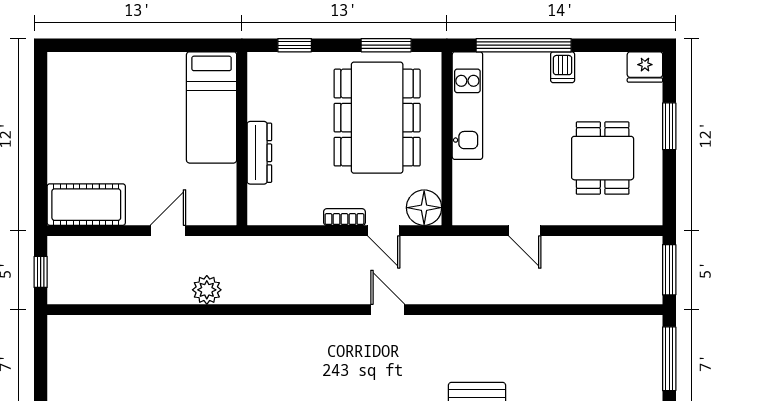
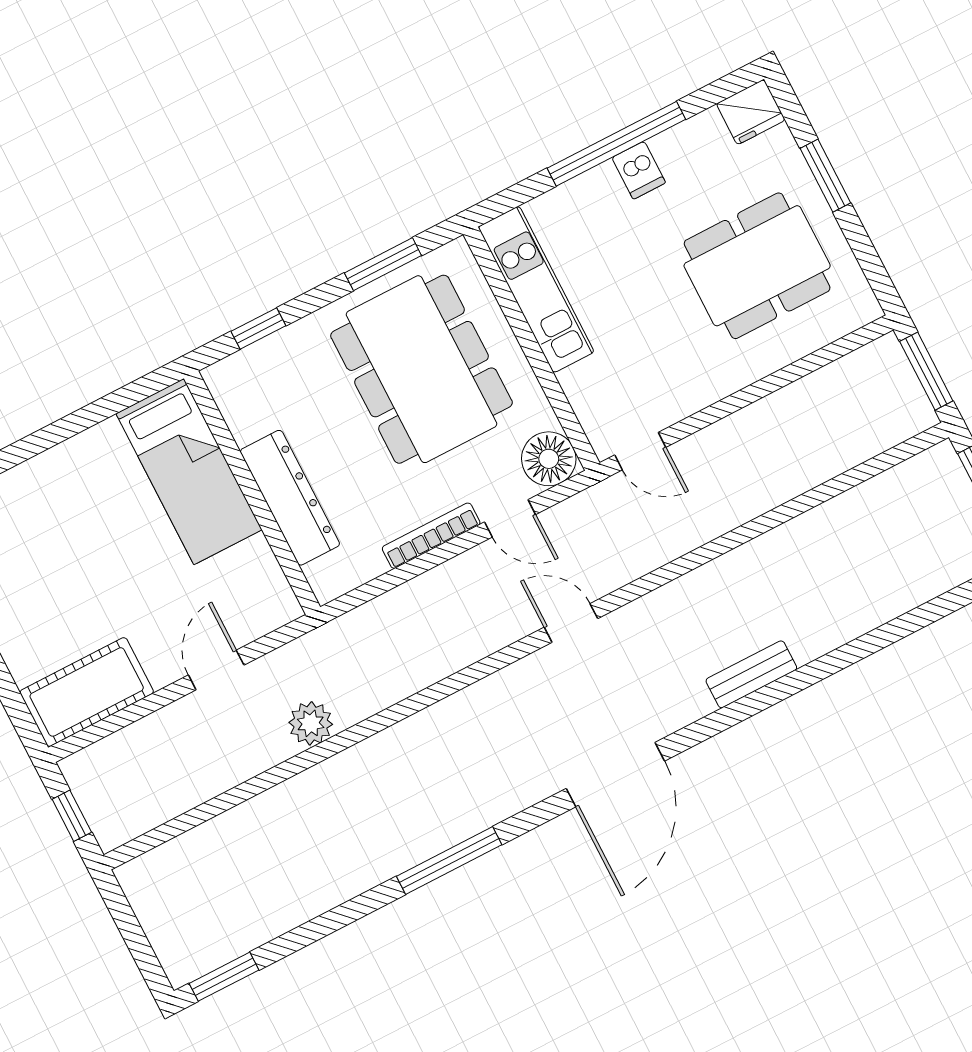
window: (524, 45) -> (616, 144), moved
dresser: (259, 153) -> (290, 498), width x1.37, depth x1.24
dining table: (603, 158) -> (757, 266), width x1.38
bookcase: (344, 217) -> (431, 536), width x1.56
door: (525, 231) -> (640, 451), moved

